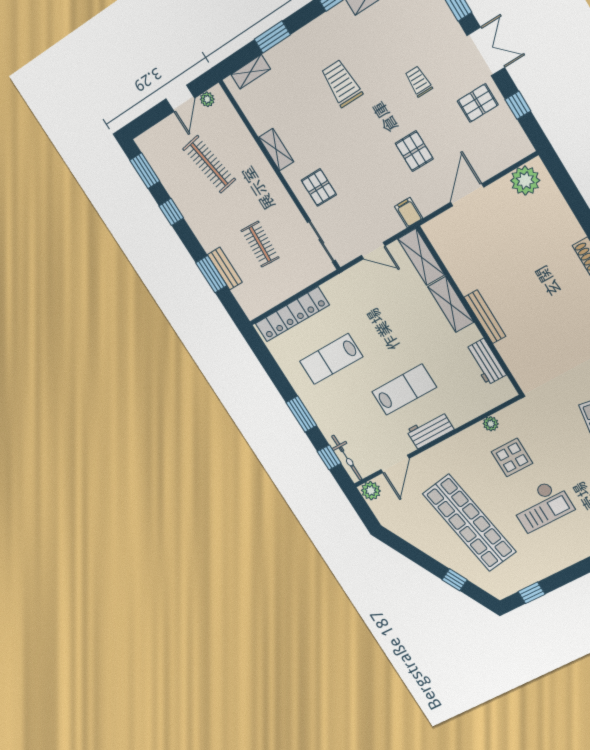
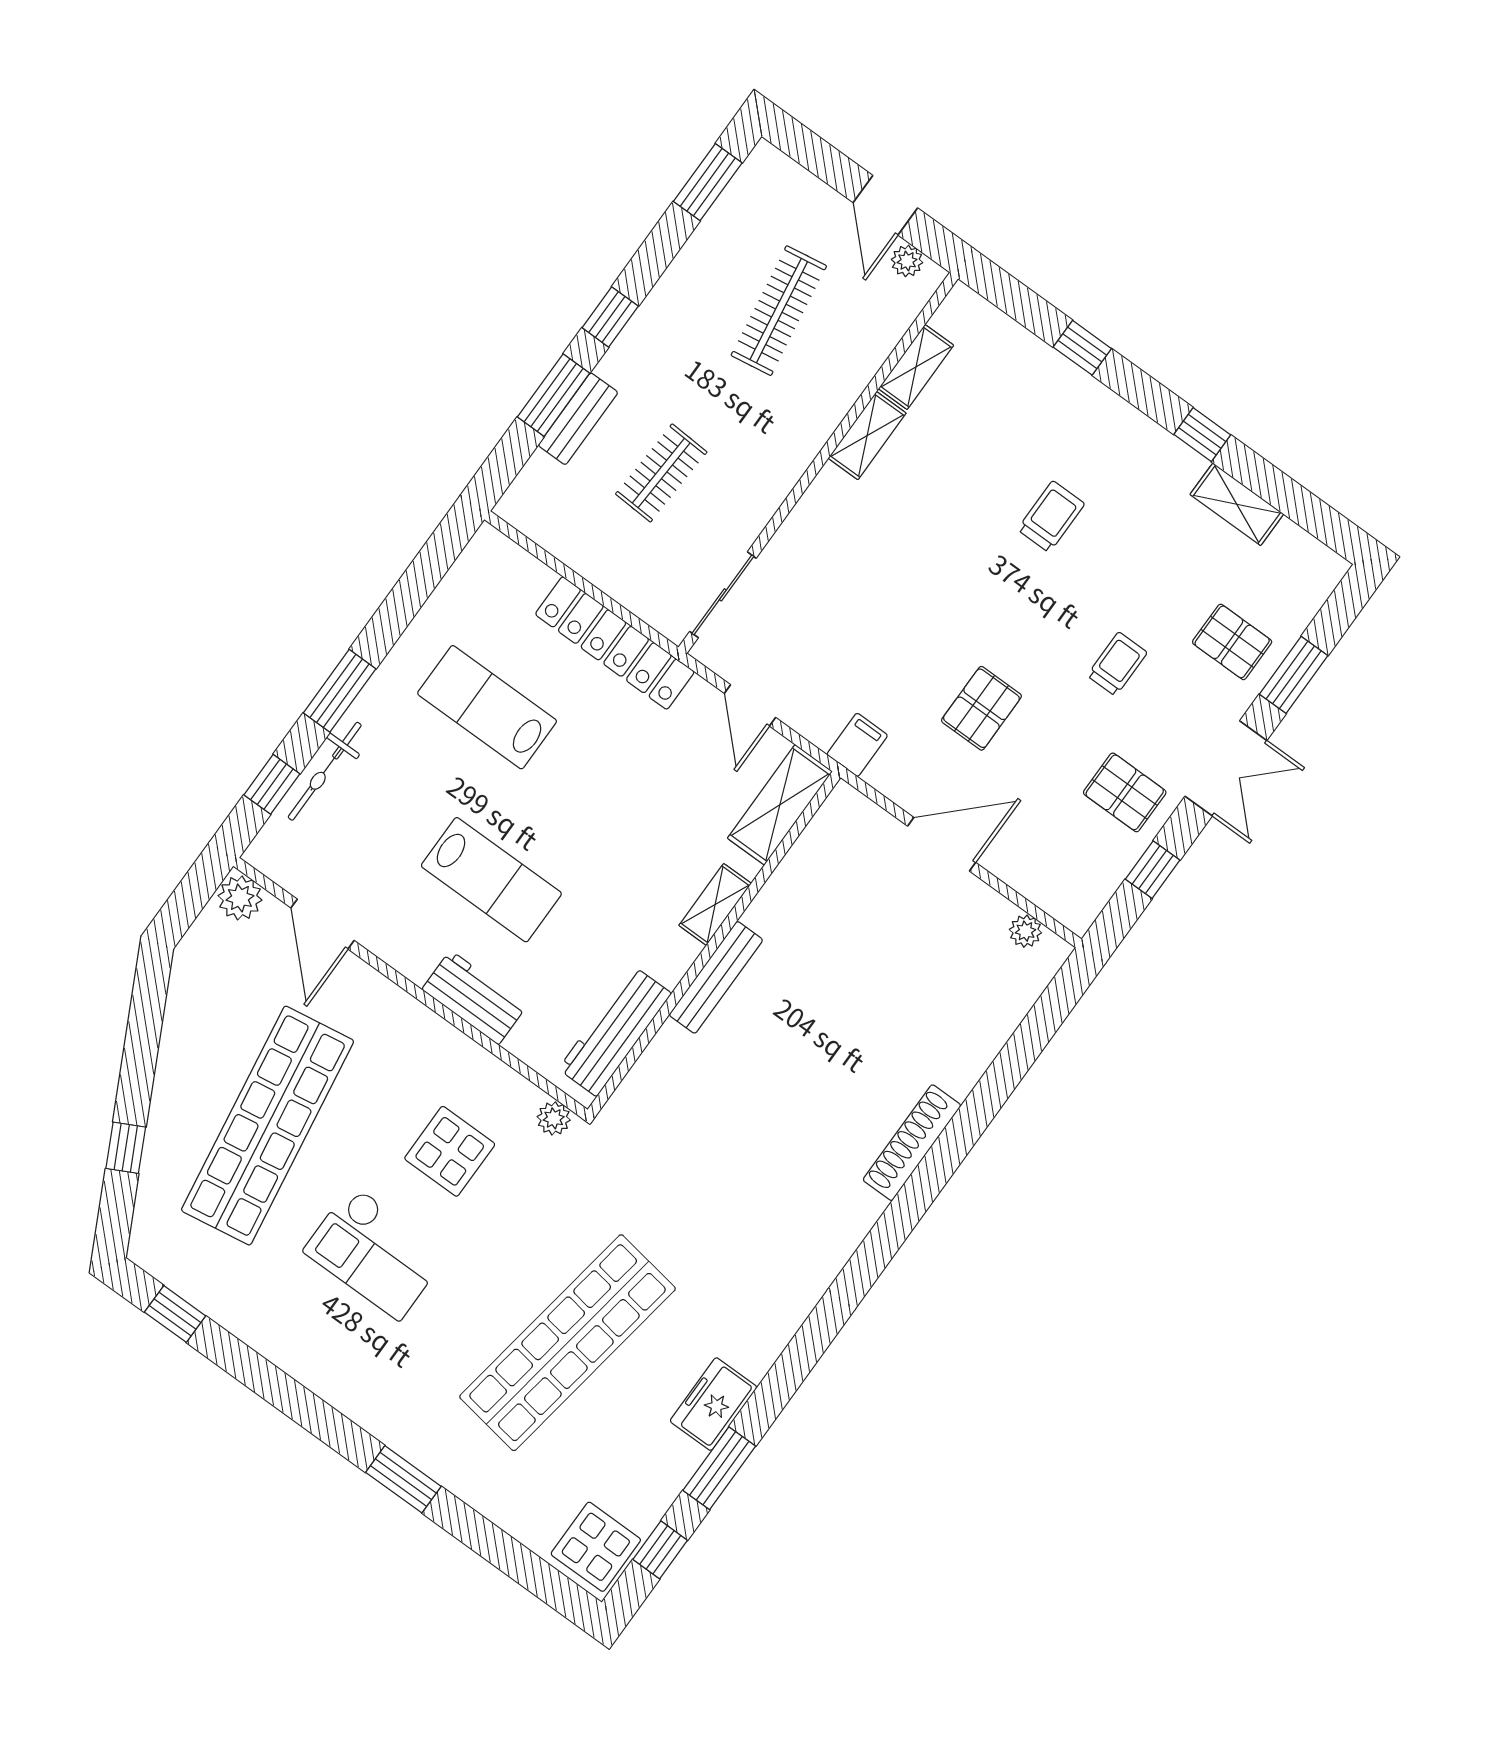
window: (272, 37) -> (1082, 348), width x0.67
shelving: (251, 72) -> (916, 367), moved, turned 90
trolley: (342, 83) -> (1051, 517), width x0.73, depth x0.72
door: (180, 98) -> (885, 205), hinge flipped
plant: (525, 180) -> (1025, 931), width x0.53, depth x0.53
pallet: (319, 187) -> (1232, 642), moved, turned 90
window: (171, 212) -> (610, 317), moved
shelving: (451, 304) -> (715, 904), width x0.67, depth x0.75
locker: (292, 314) -> (615, 643), moved
workbench: (486, 362) -> (615, 1031), width x1.38
plant: (491, 424) -> (554, 1118), moved
workbench: (430, 430) -> (474, 998), moved
bicycle: (347, 458) -> (325, 771), moved
door: (395, 464) -> (323, 924), hinge flipped

